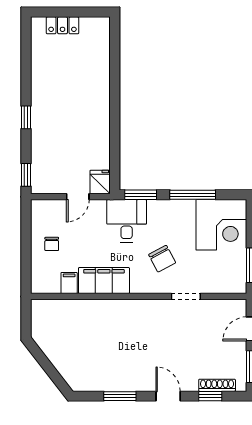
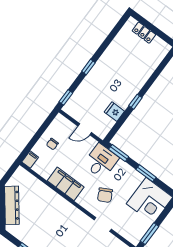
window: (115, 117) -> (135, 102), added
fridge: (100, 182) -> (114, 112), moved, turned -90
window: (193, 195) -> (146, 173), width x0.69
filing cabinet: (69, 283) -> (30, 160), moved
dresser: (58, 355) -> (12, 205), added

